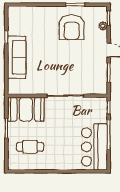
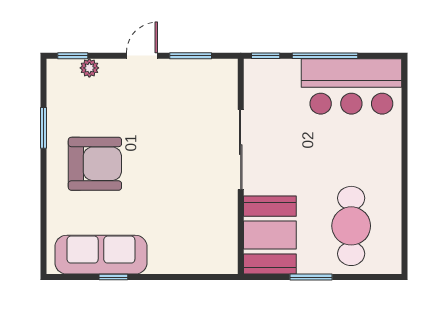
armchair: (72, 27) -> (95, 164), moved
sofa: (17, 57) -> (101, 255), moved
cafe table: (30, 147) -> (351, 226), width x1.37, depth x1.35

